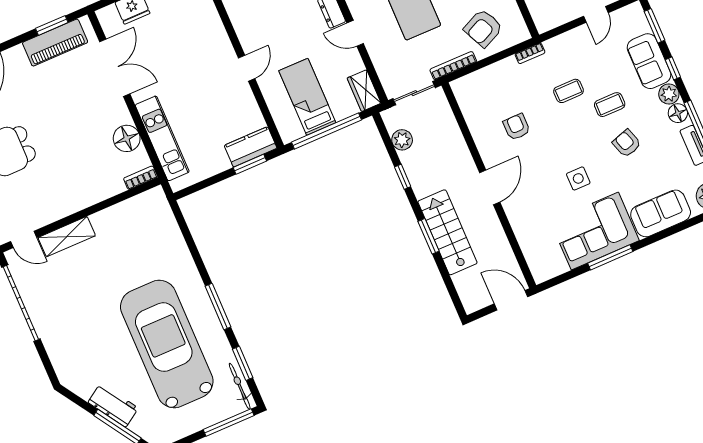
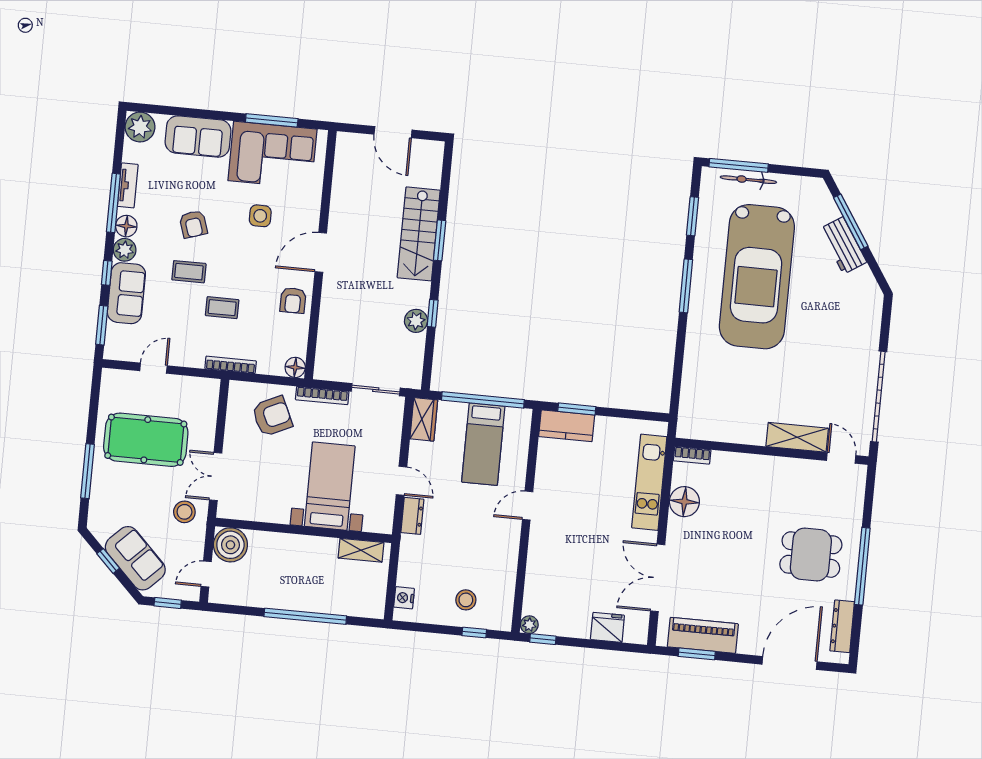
bookcase: (530, 53) -> (231, 365), width x1.56
floor lamp: (486, 76) -> (295, 367), added
plant: (402, 140) -> (416, 321), moved
wall: (489, 185) -> (320, 255), moved
door: (490, 187) -> (321, 252), moved
bicycle: (240, 386) -> (748, 180), moved, turned 90

